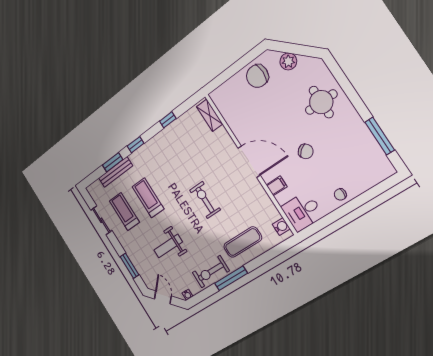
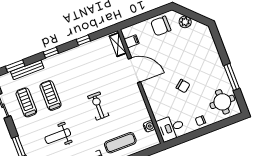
round table: (321, 102) -> (222, 102), moved
window: (380, 136) -> (232, 77), moved
window: (113, 162) -> (15, 66), moved
door: (249, 162) -> (134, 70), moved
filing cabinet: (277, 186) -> (132, 41), moved
water cooler: (281, 227) -> (149, 126), moved

